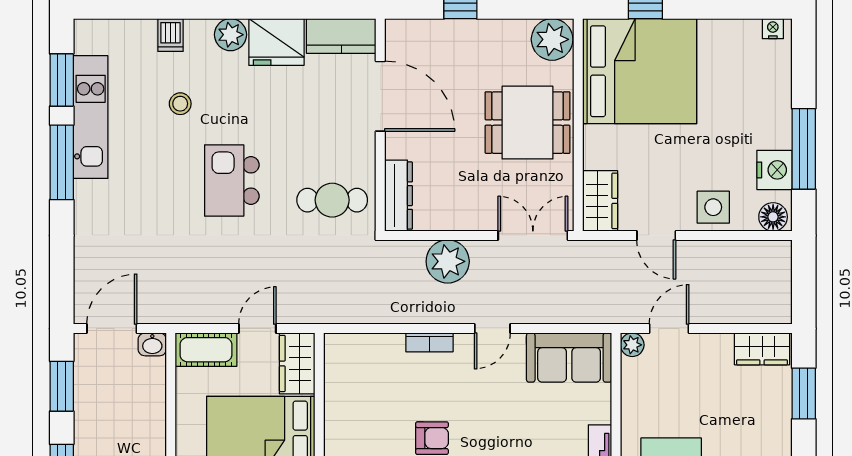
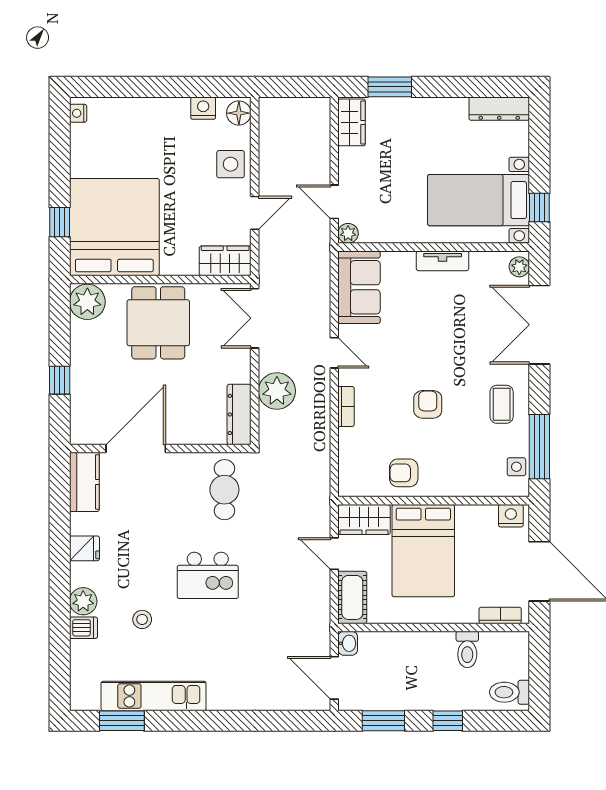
plant: (230, 35) -> (83, 601), moved
fridge: (276, 42) -> (84, 548), width x0.53, depth x0.75
window: (804, 149) -> (181, 87), removed
window: (62, 162) -> (192, 721), removed
nightstand: (774, 170) -> (203, 108), width x0.74, depth x0.75
dresser: (399, 196) -> (239, 414), moved, turned -90
armchair: (352, 410) -> (404, 473), added

